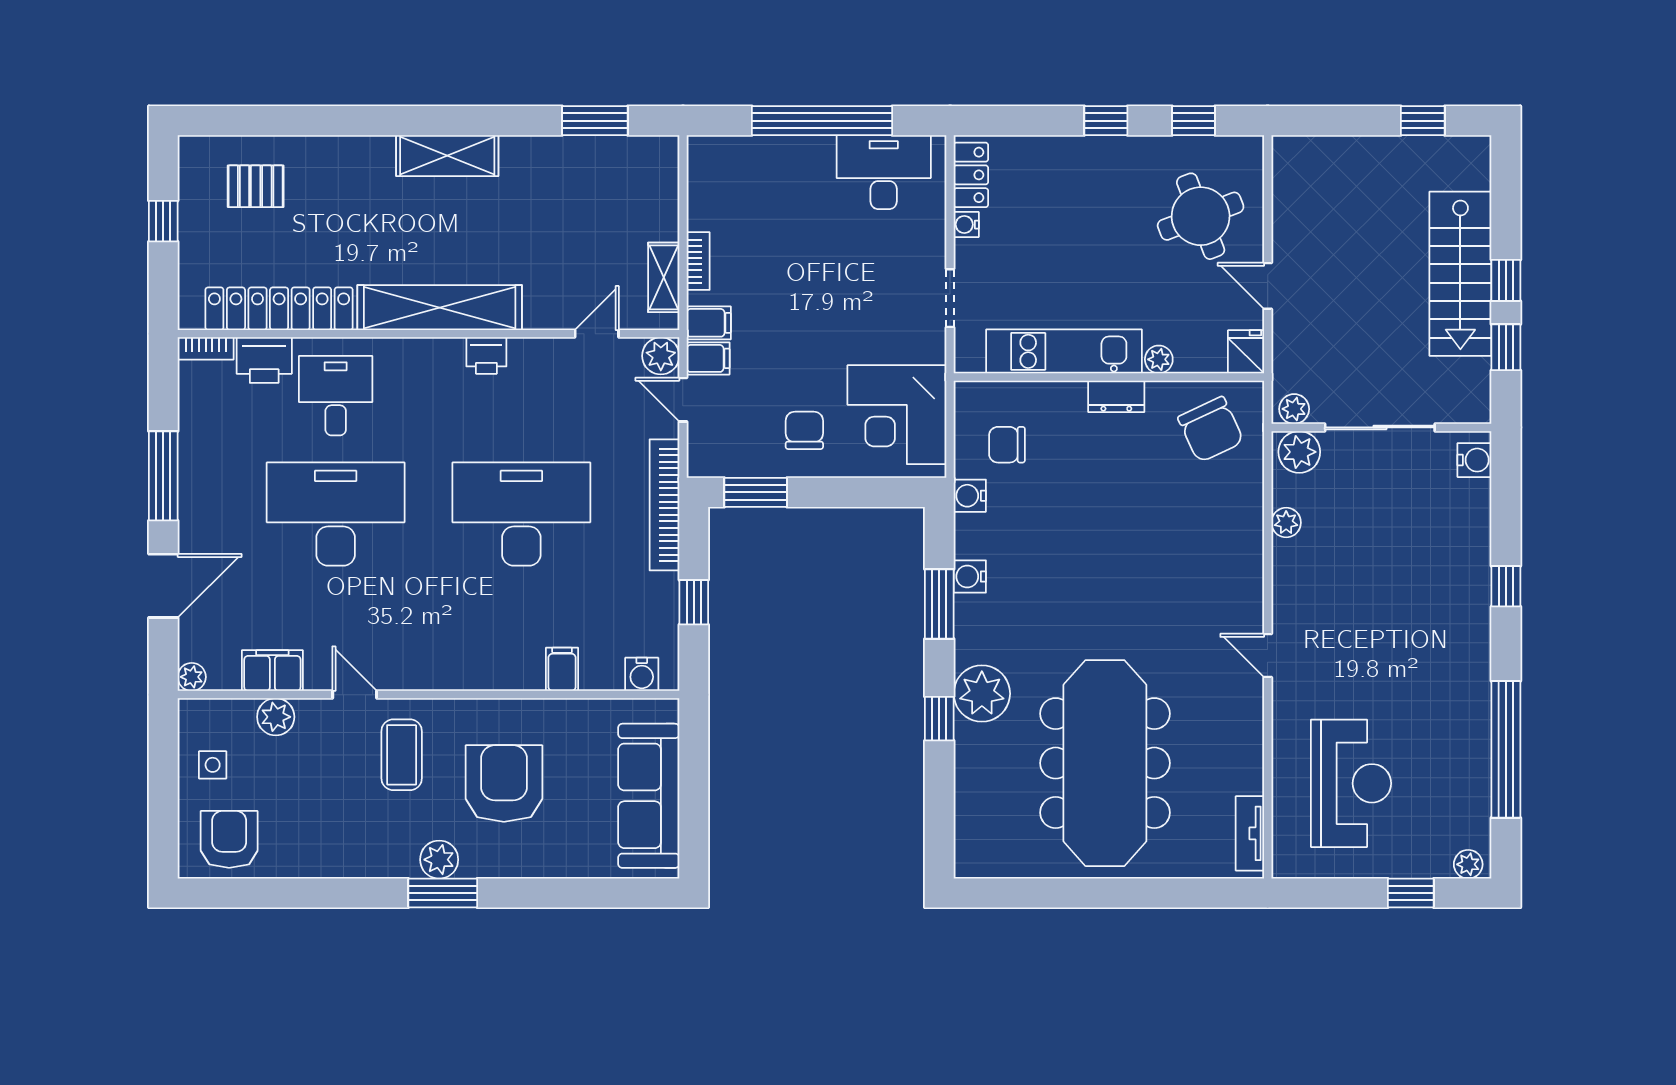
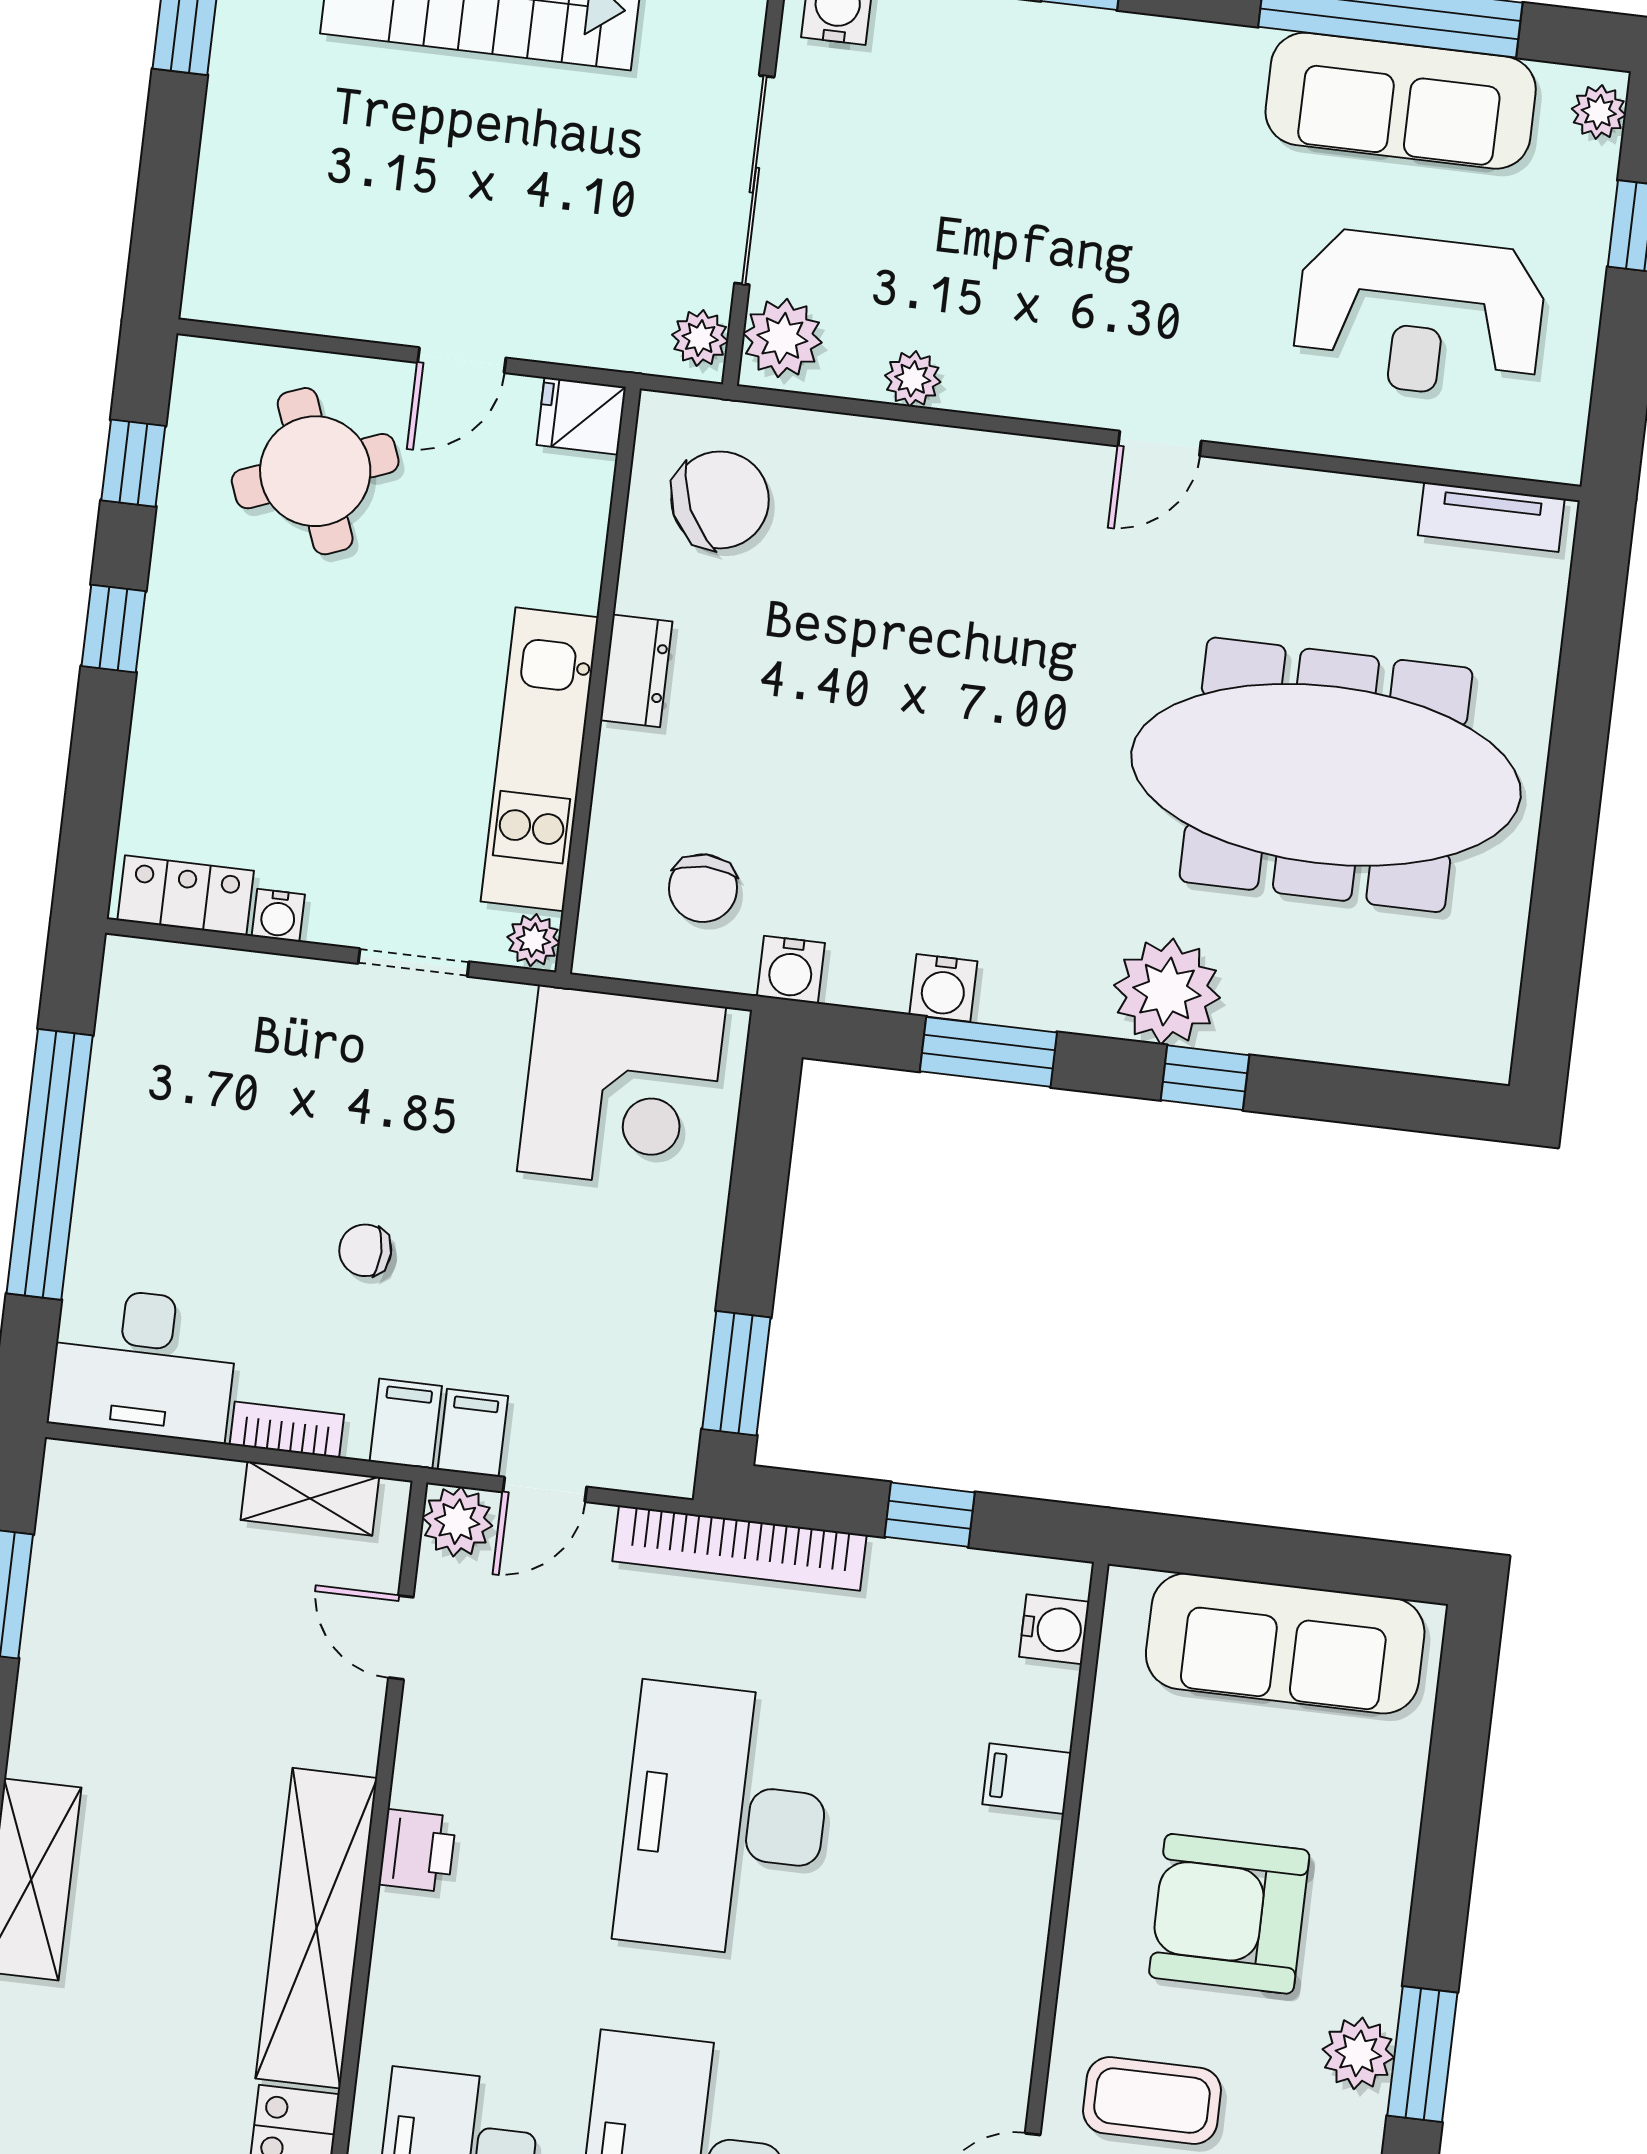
desk: (884, 172) -> (144, 1364), moved, turned -90
plant: (1159, 359) -> (533, 940), moved
chair: (804, 430) -> (365, 1250), moved, width x0.73, depth x0.73
sofa: (1462, 760) -> (1401, 101), added
reception desk: (1351, 783) -> (1420, 315), turned 180

